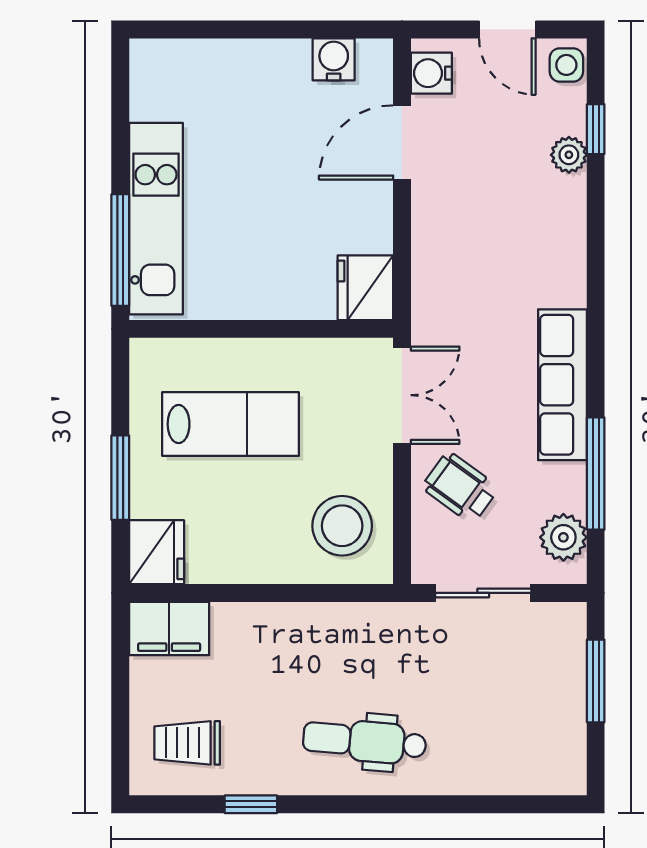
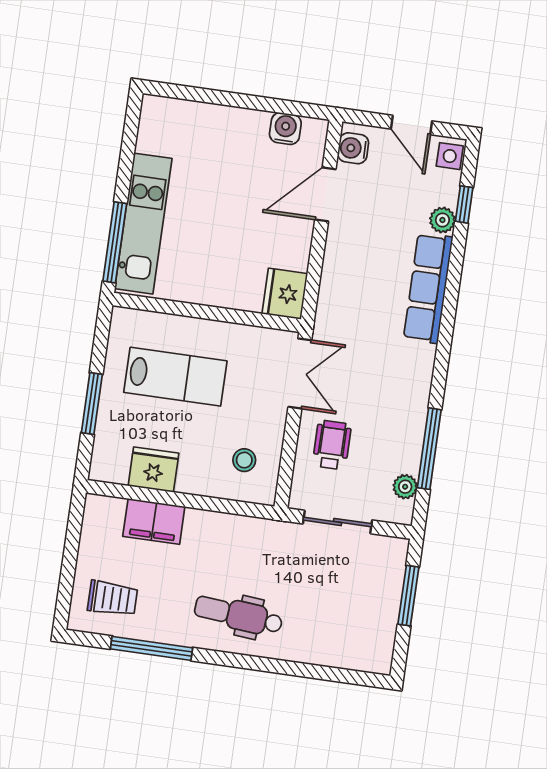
row of seats: (562, 385) -> (428, 288), moved
wheelchair: (460, 488) -> (332, 445), turned 54
stool: (342, 526) -> (244, 460), width x0.53, depth x0.53
plant: (563, 537) -> (405, 487), width x0.73, depth x0.73
fridge: (157, 552) -> (154, 470), moved, turned -90
filing cabinet: (169, 628) -> (154, 521), moved
trolley: (187, 743) -> (113, 598), turned 180
window: (251, 804) -> (151, 648), width x2.17

